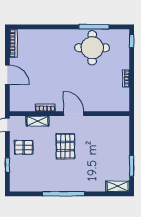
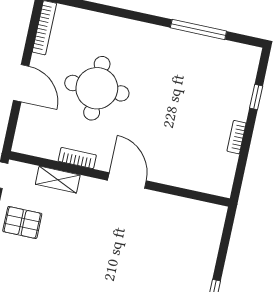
window: (132, 41) -> (256, 97), moved
round table: (92, 48) -> (97, 88), moved
pallet: (65, 146) -> (99, 237), removed

